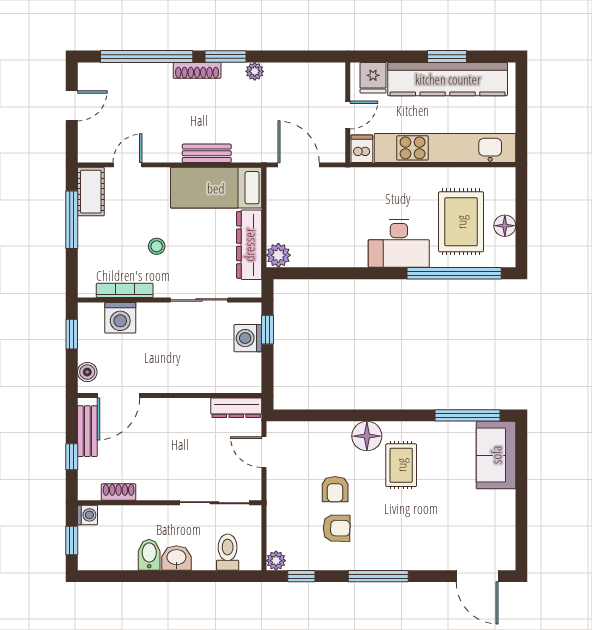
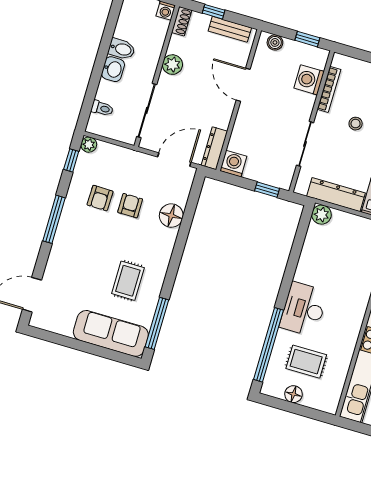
rug: (461, 222) -> (306, 362), width x0.73, depth x0.70
washing machine: (248, 338) -> (233, 164), moved
door: (119, 396) -> (243, 85), moved
floor lamp: (367, 436) -> (171, 216), moved
door: (264, 452) -> (174, 160), width x1.38
sofa: (496, 455) -> (111, 333), width x1.36
rug: (401, 465) -> (128, 281), moved, turned 90
plant: (150, 488) -> (172, 65), added
armchair: (335, 489) -> (130, 206), turned 90
shoe rack: (119, 492) -> (182, 21), moved
toilet: (228, 552) -> (102, 108), width x0.73, depth x0.72

